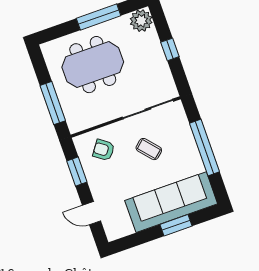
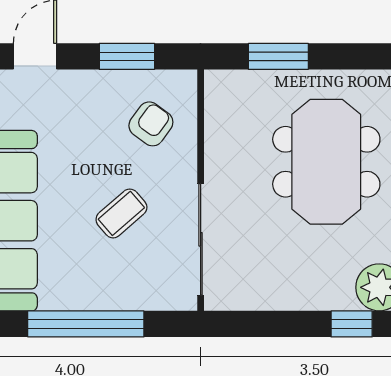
window: (170, 49) -> (352, 324), moved
window: (53, 103) -> (278, 56), width x0.69

